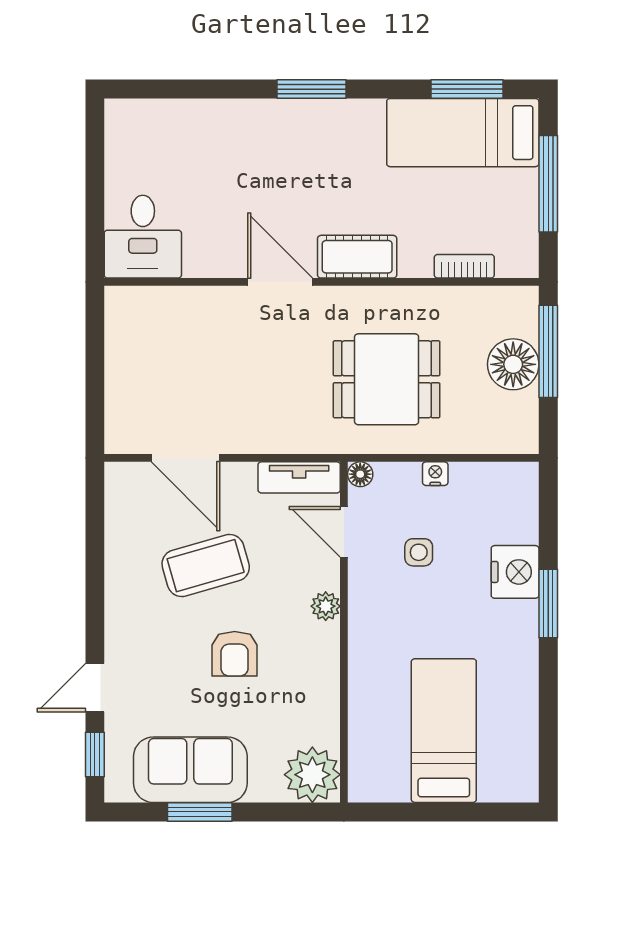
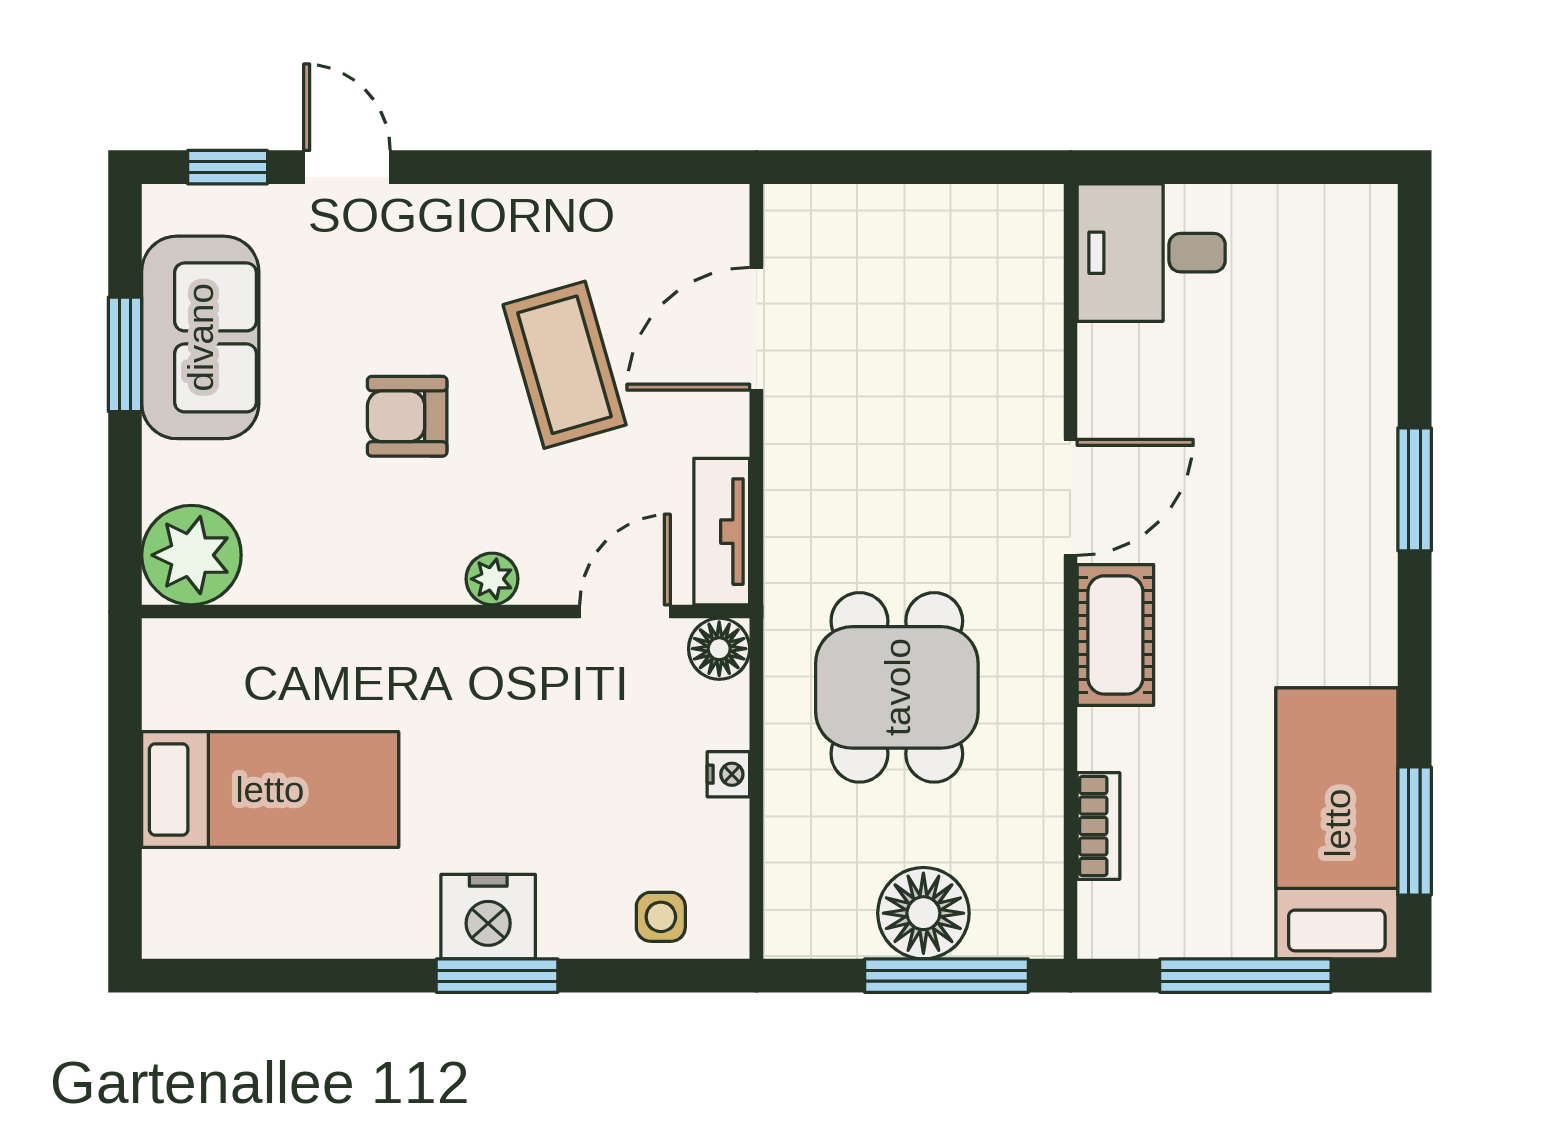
window: (311, 89) -> (1415, 489), moved
floor lamp: (360, 474) -> (719, 649), width x1.37, depth x1.37
side table: (419, 552) -> (661, 917), moved
nightstand: (515, 572) -> (488, 917), moved

